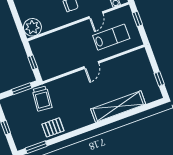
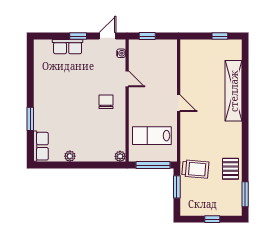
plant: (32, 27) -> (120, 156), width x0.53, depth x0.53
lab bench: (111, 37) -> (152, 136), moved, turned -90
window: (33, 62) -> (153, 165), width x2.17

